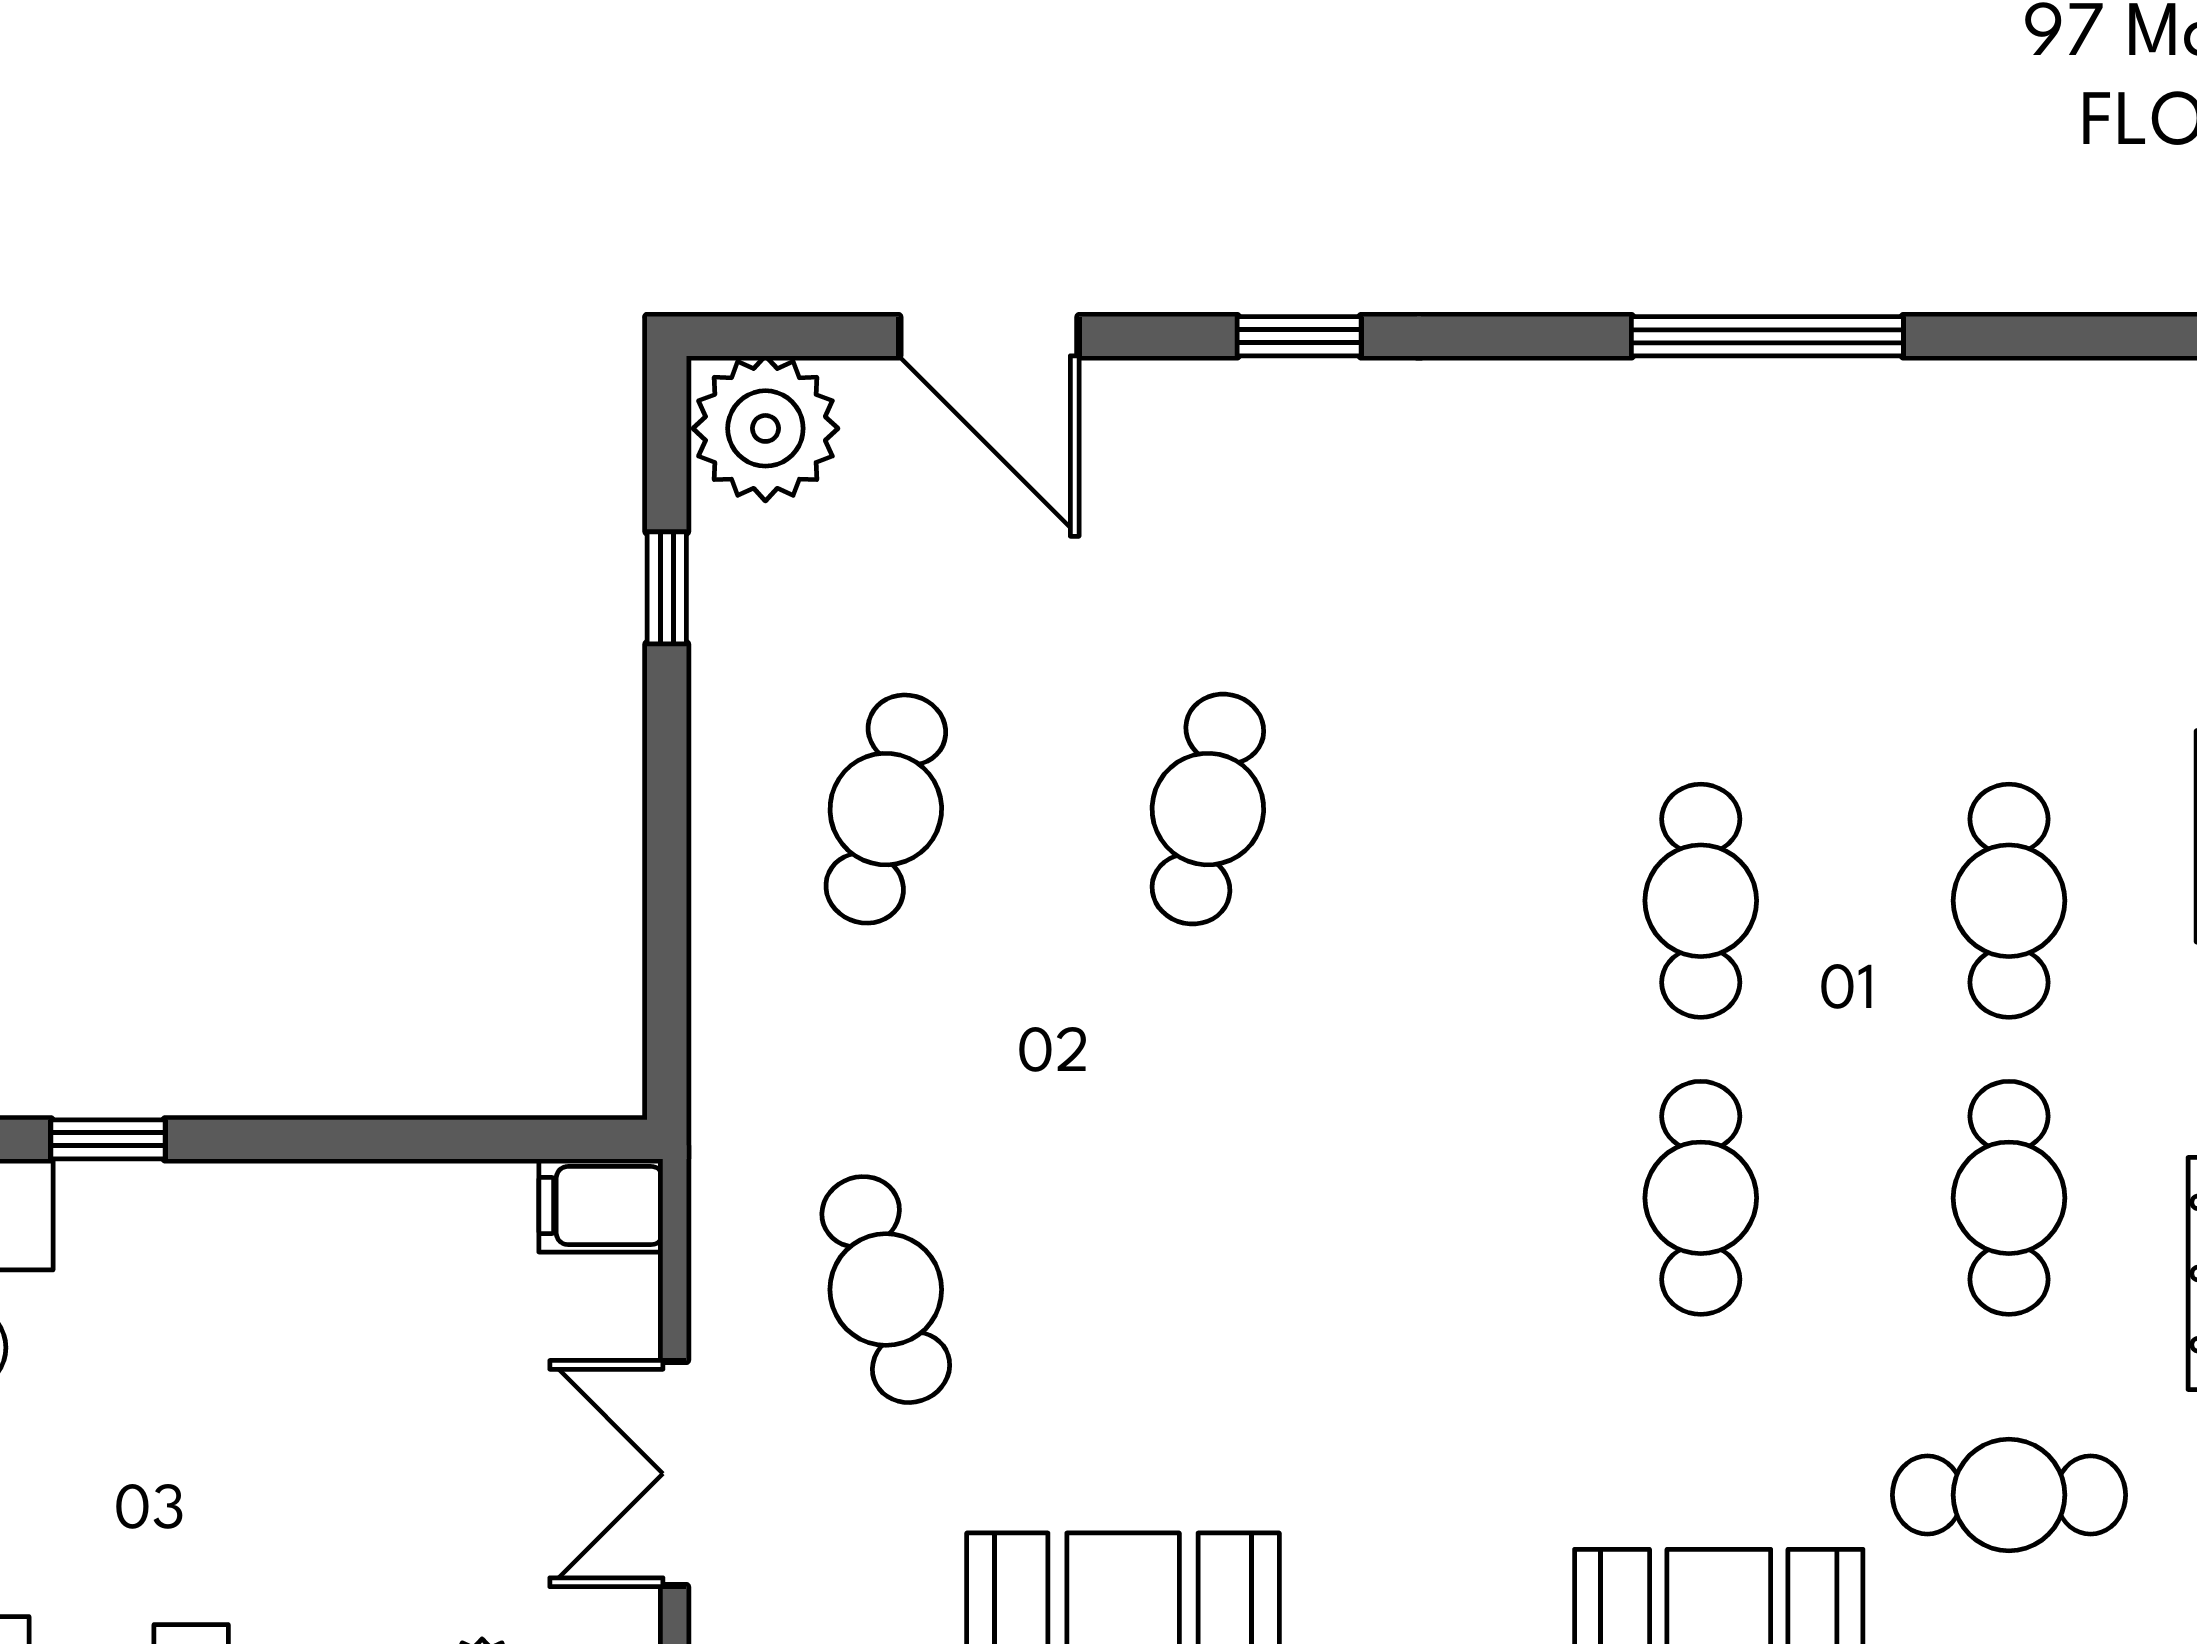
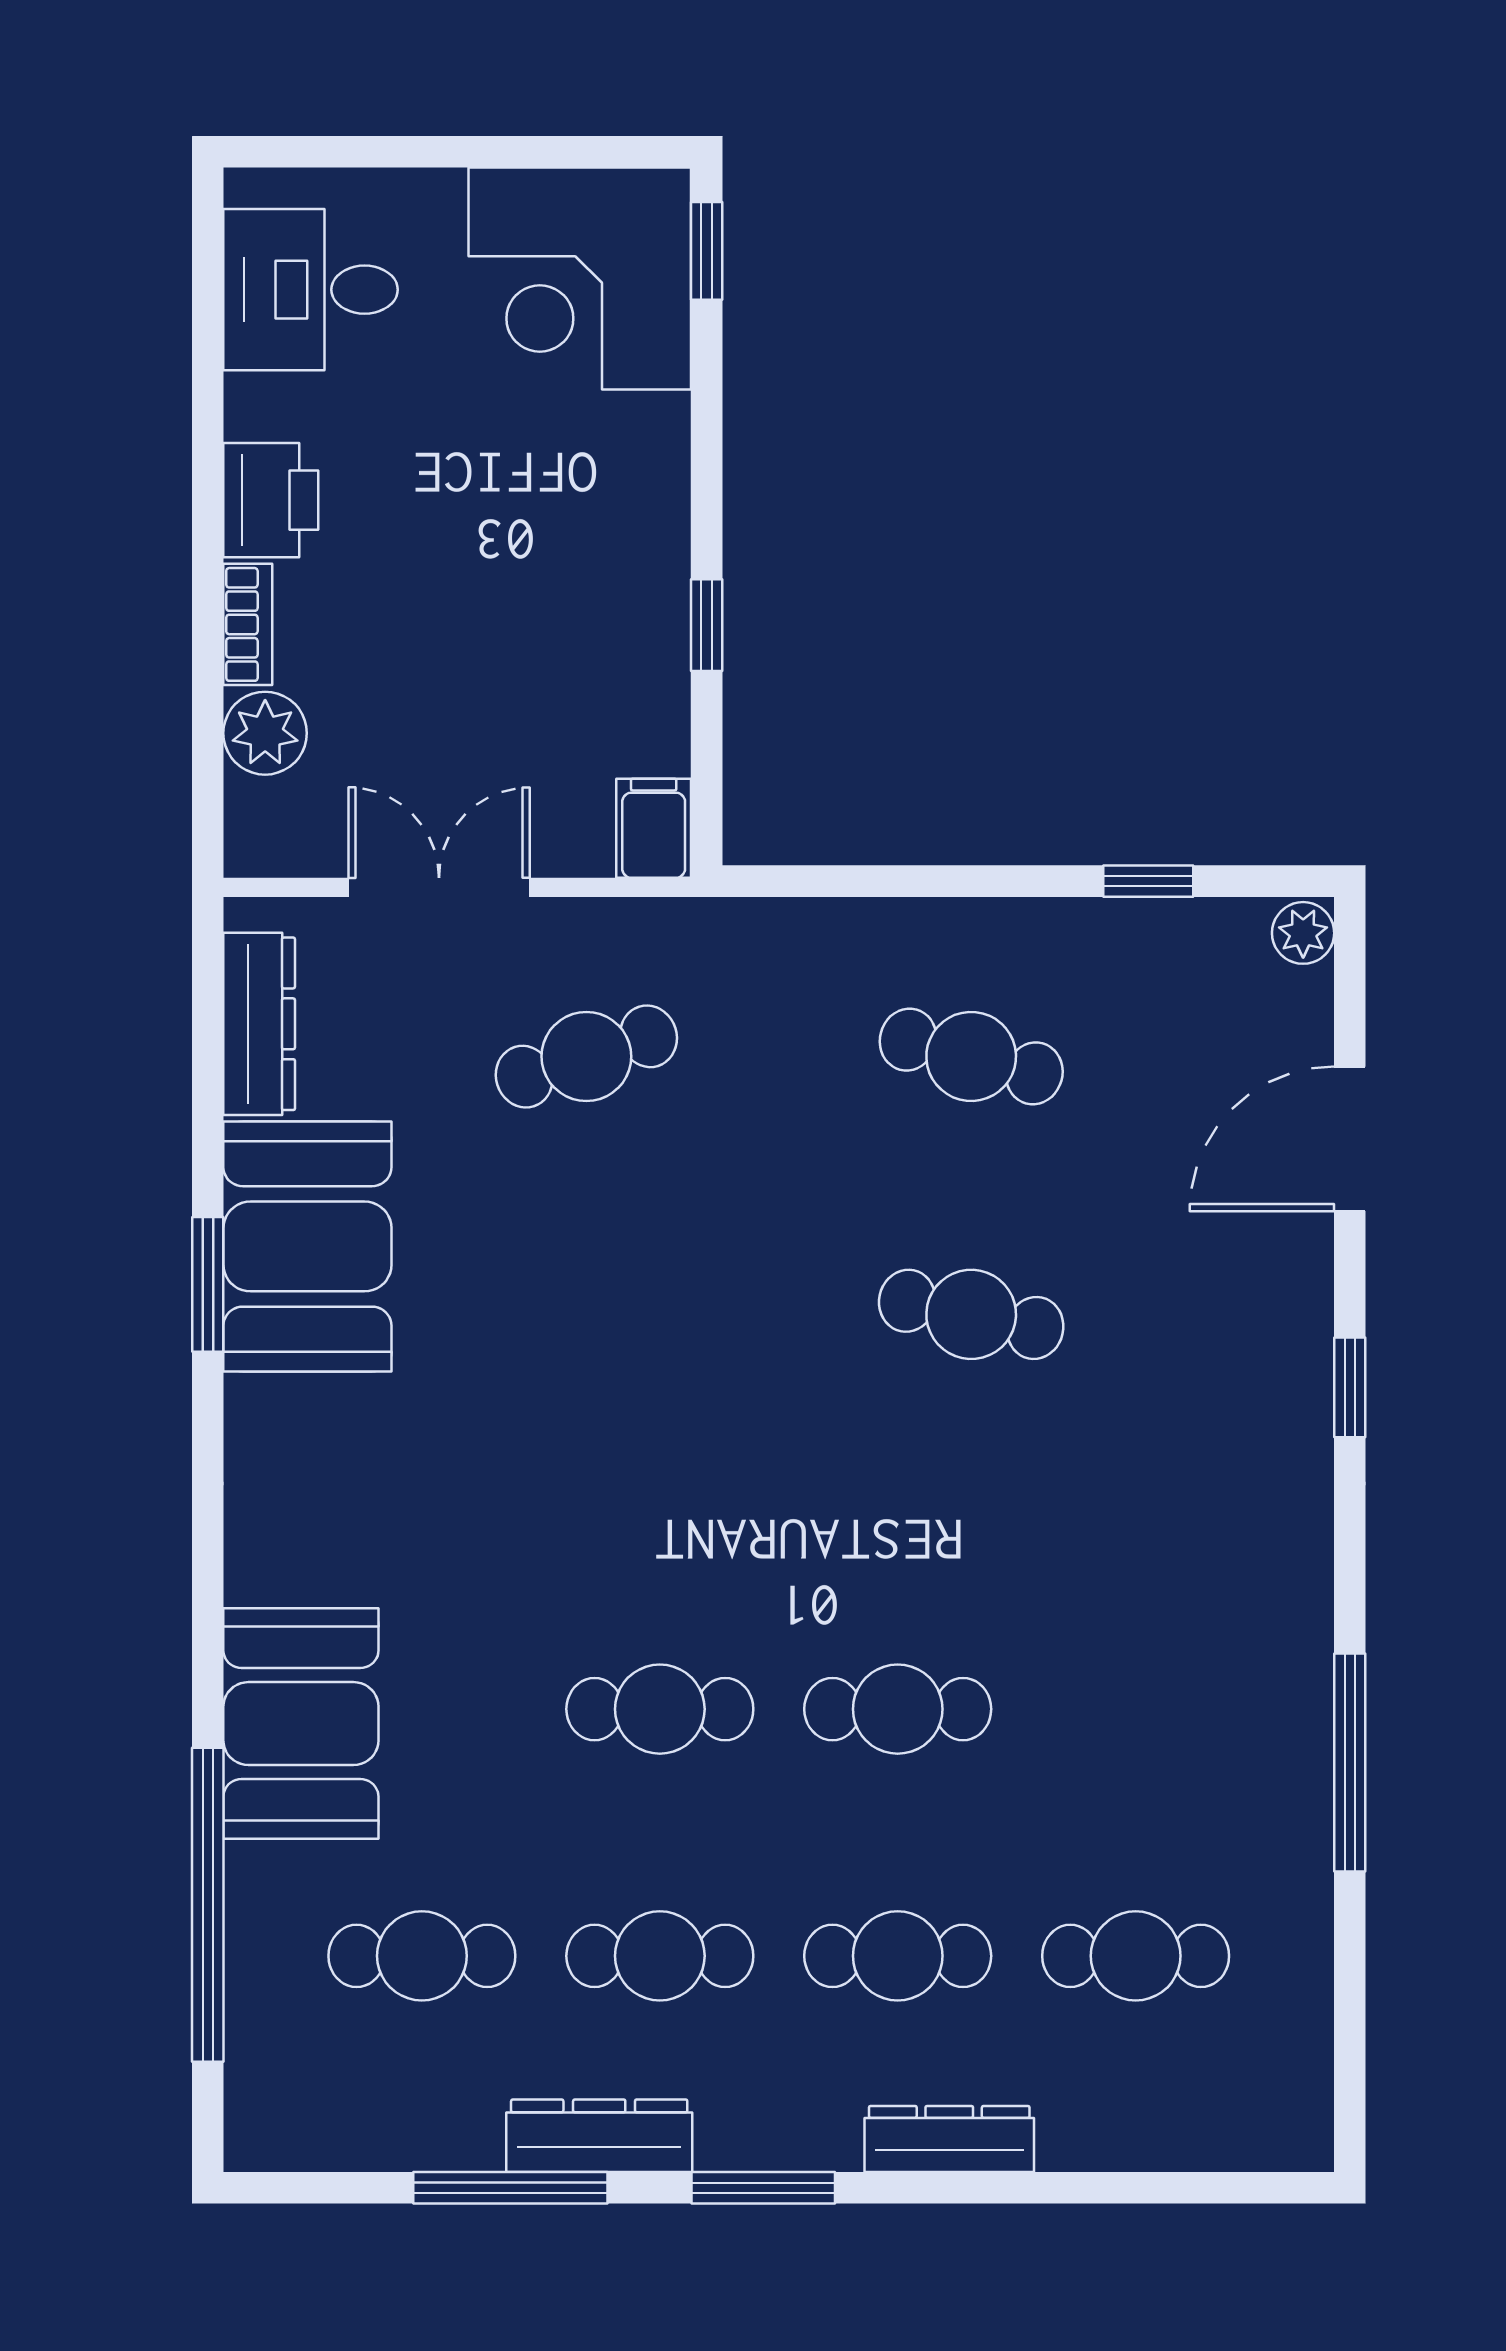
plant: (765, 428) -> (1303, 933), width x0.53, depth x0.53
cafe table: (2009, 604) -> (1136, 1956), added
window: (108, 1139) -> (707, 625), moved
cafe table: (2009, 1495) -> (422, 1956), turned 90

